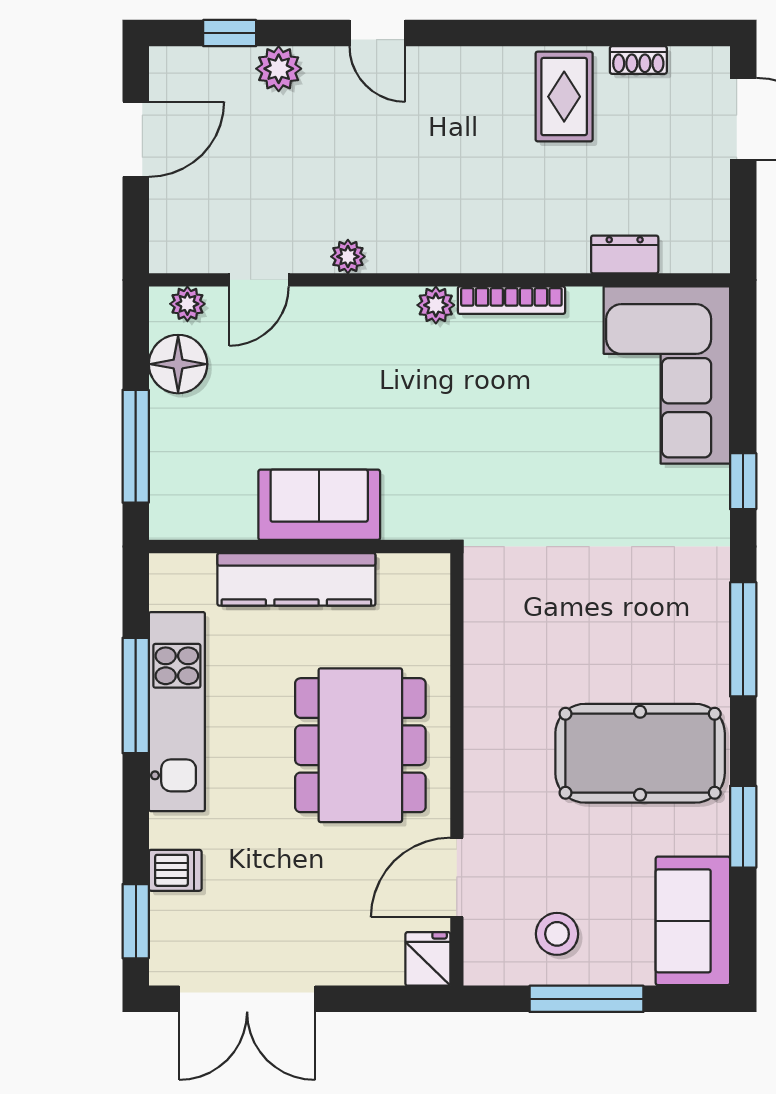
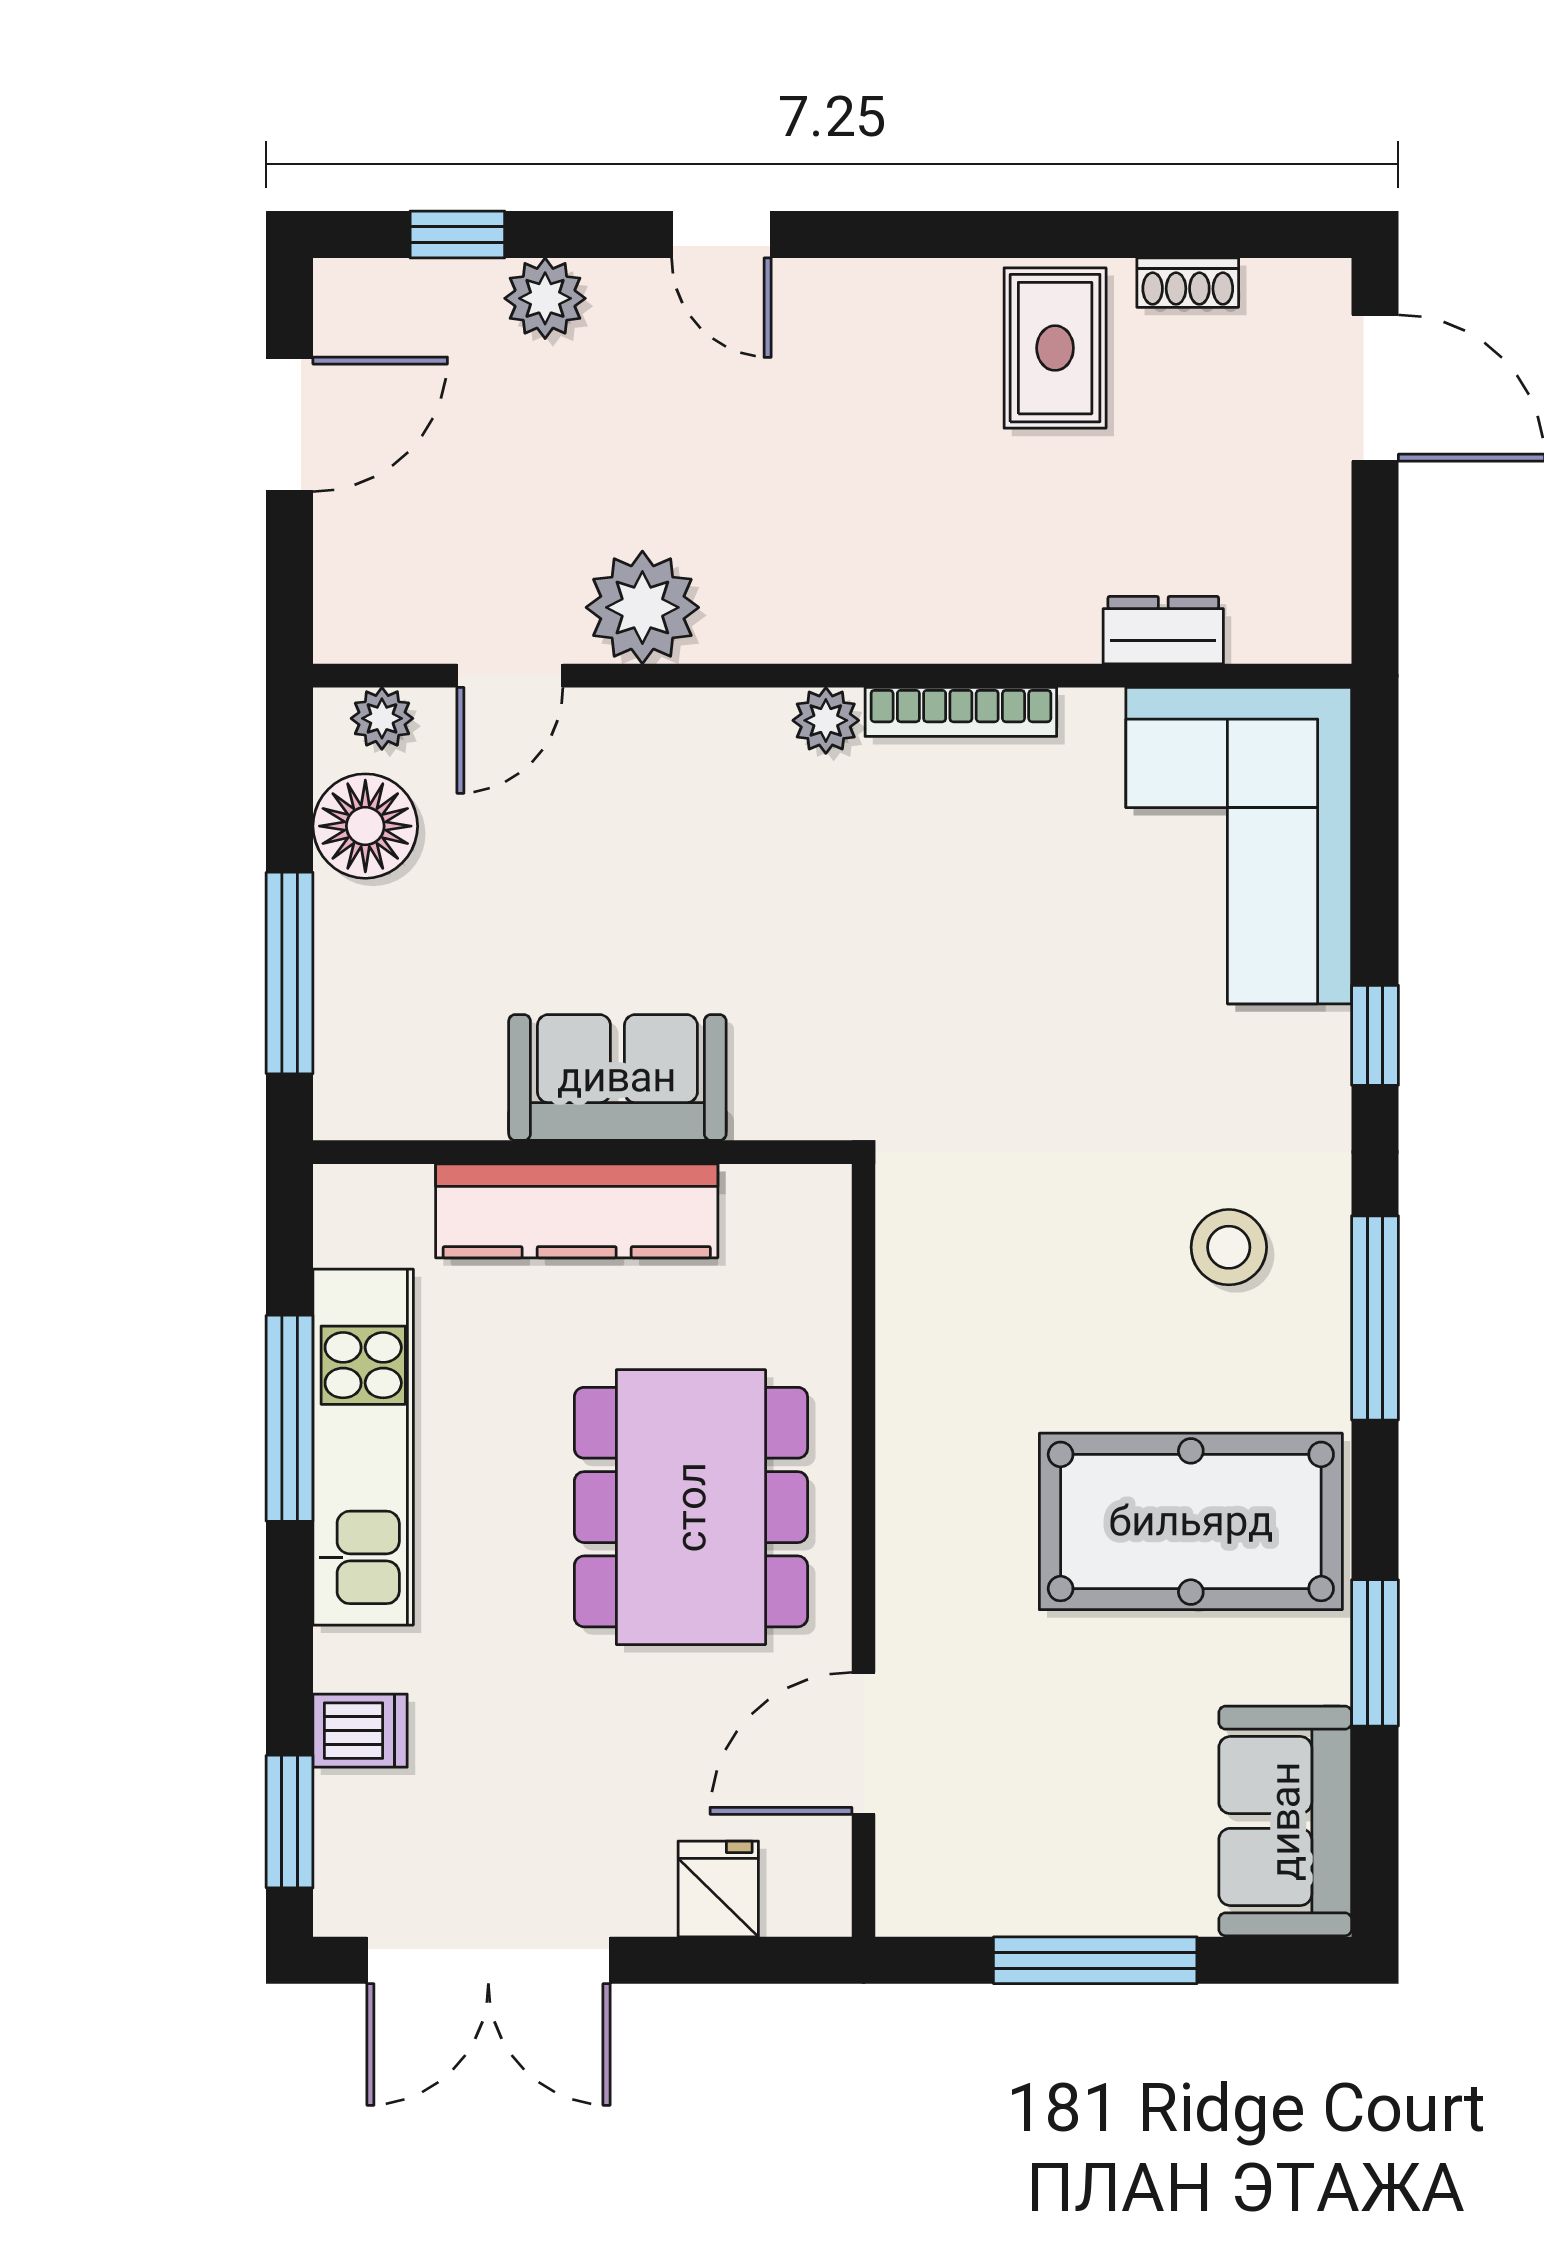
plant: (348, 257) -> (642, 607), width x1.87, depth x1.87
stool: (557, 934) -> (1229, 1247), moved
fridge: (428, 959) -> (718, 1889), moved

